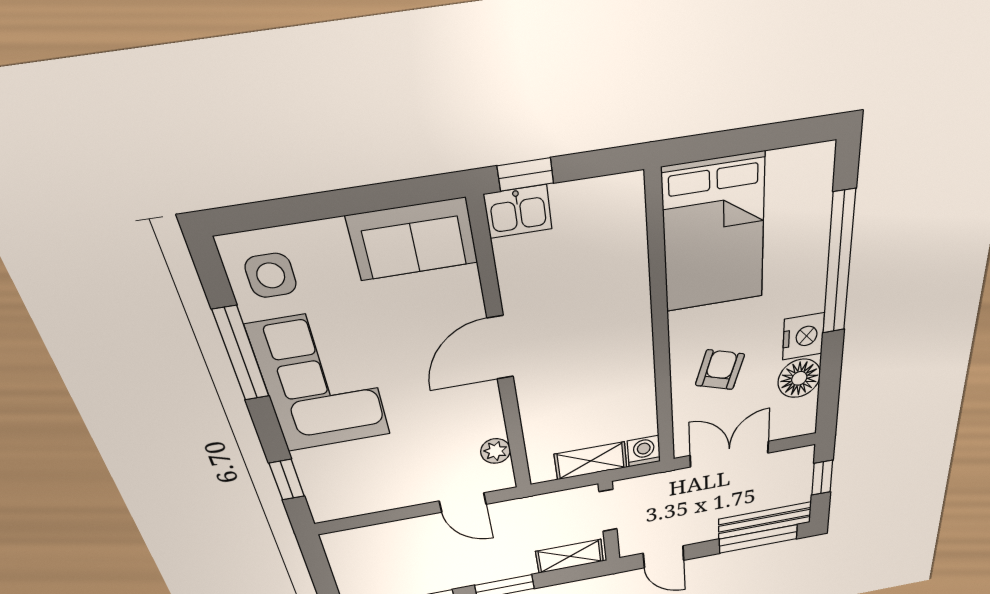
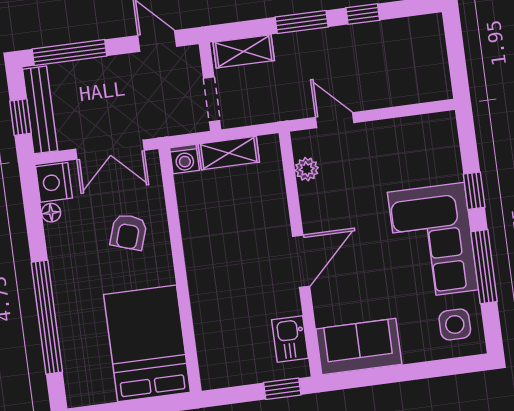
kitchen sink: (518, 212) -> (290, 339), moved, turned -90
nightstand: (803, 336) -> (54, 182), moved
floor lamp: (799, 378) -> (51, 213), width x0.53, depth x0.53
window: (287, 480) -> (474, 191), moved
bench: (765, 521) -> (40, 110), moved, turned 90

